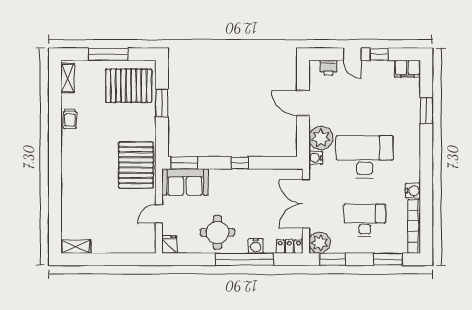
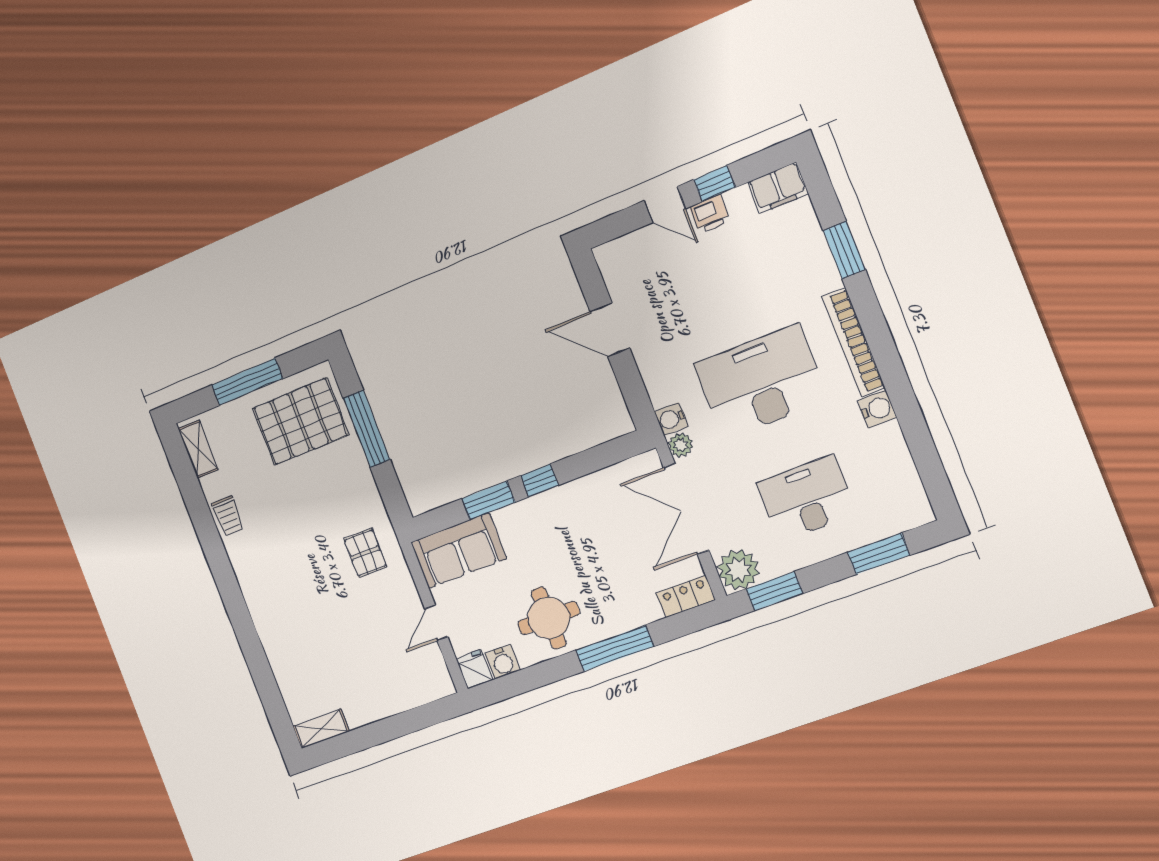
printer: (328, 68) -> (710, 214), moved
window: (162, 103) -> (367, 429), width x1.44
plant: (321, 138) -> (681, 445), moved, width x0.53, depth x0.53
window: (184, 163) -> (488, 500), moved
pallet: (136, 165) -> (365, 553), width x0.49, depth x0.50
bookcase: (414, 226) -> (853, 342), moved
water cooler: (256, 246) -> (503, 662), moved
window: (245, 259) -> (615, 648), width x0.68

